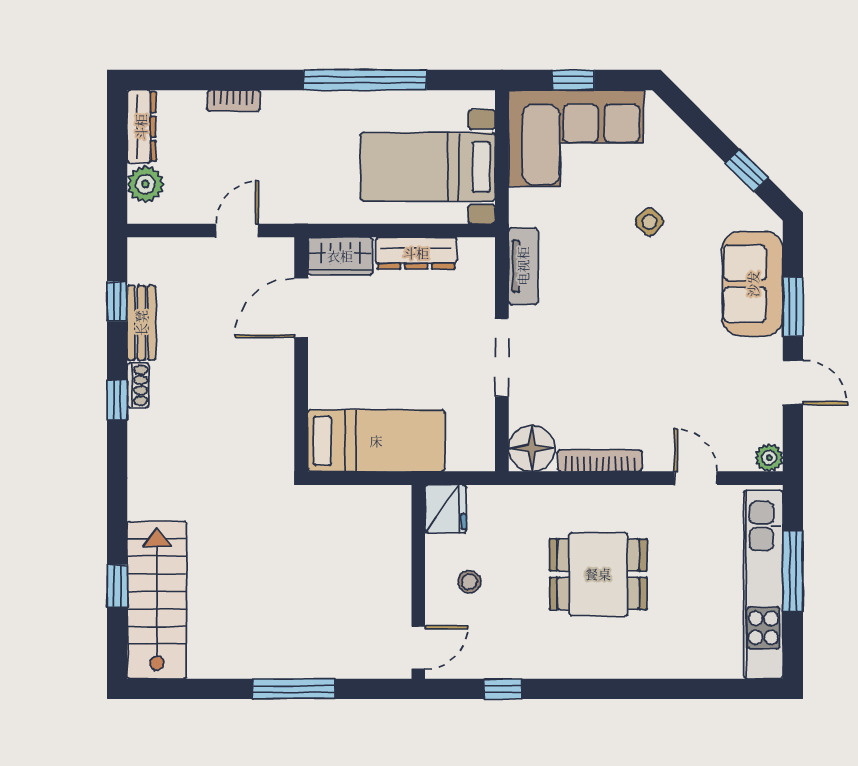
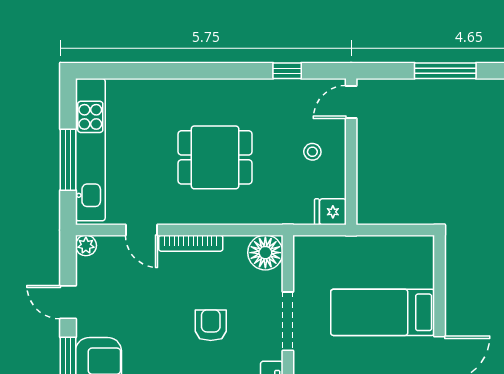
armchair: (604, 352) -> (211, 325), added
bed: (376, 441) -> (383, 312), moved
bookcase: (600, 461) -> (191, 243), moved
fridge: (446, 509) -> (330, 212), width x0.72

